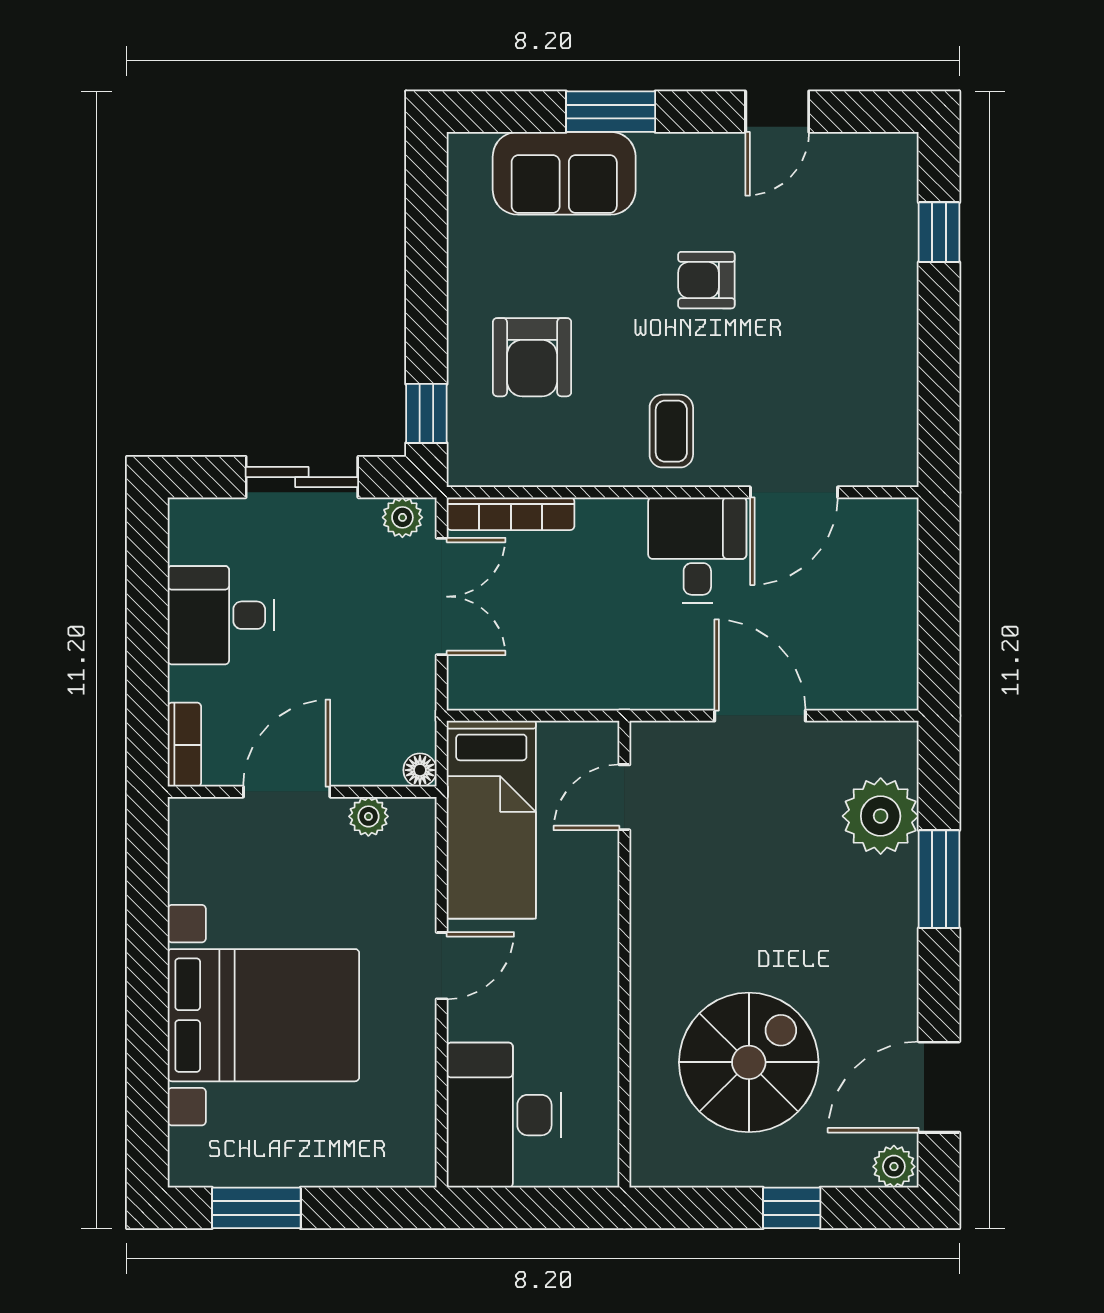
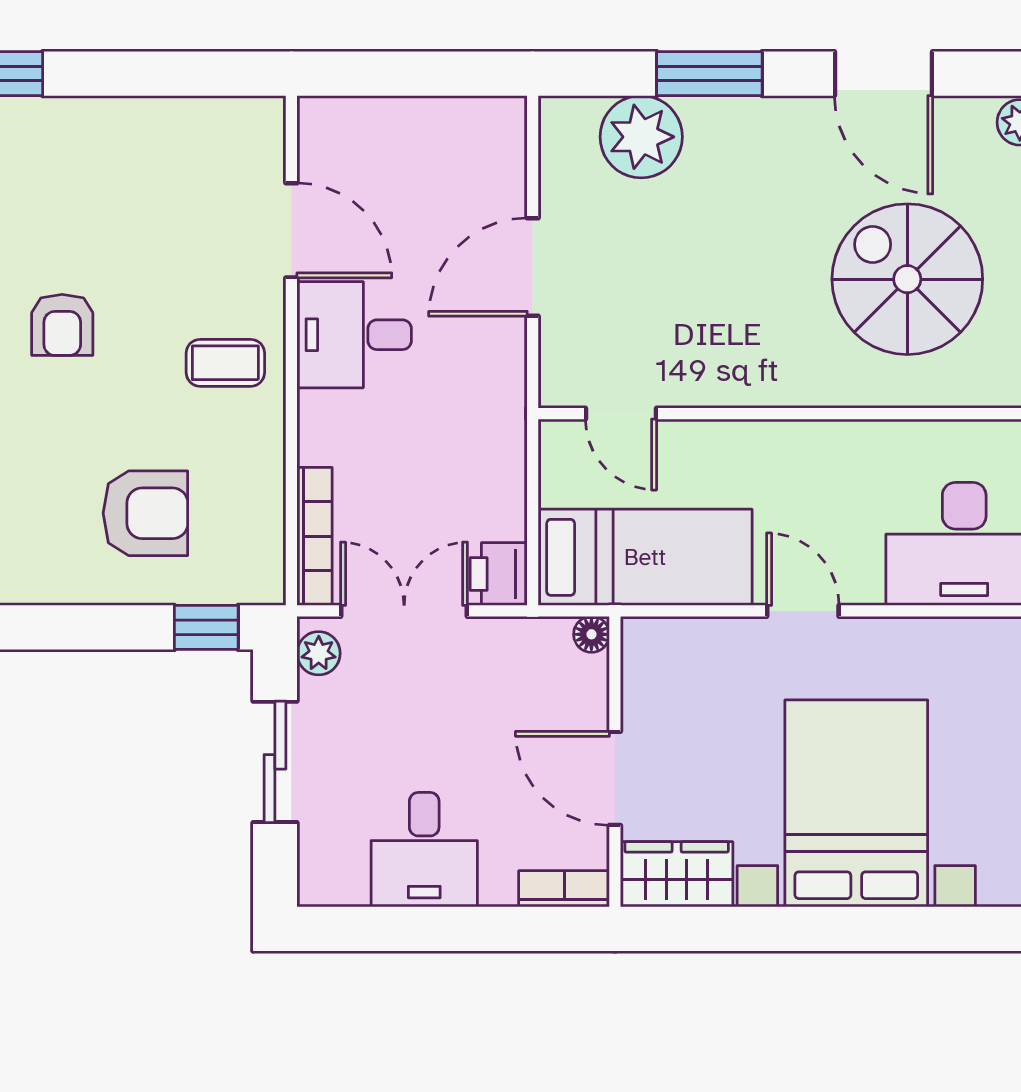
printer: (476, 684) -> (499, 574), added
plant: (368, 816) -> (642, 690), removed
wardrobe: (198, 849) -> (677, 874), added
door: (939, 1087) -> (884, 74), moved

